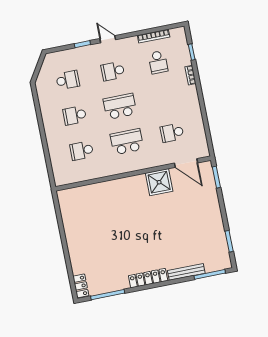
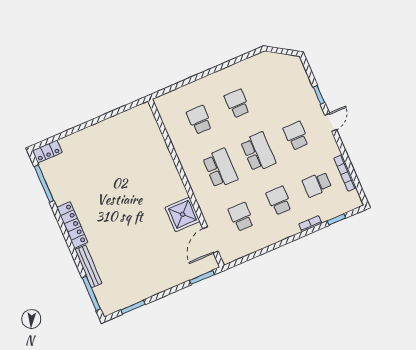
school desk: (68, 80) -> (279, 201), moved, turned 180

